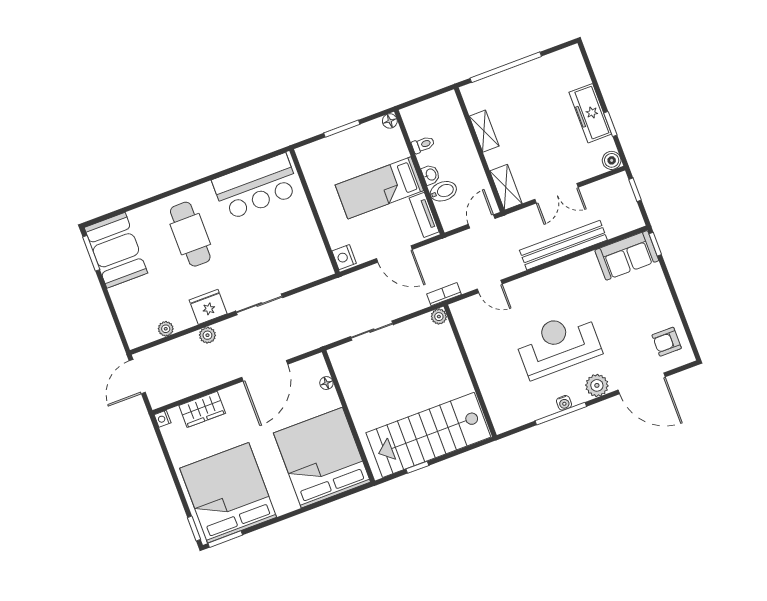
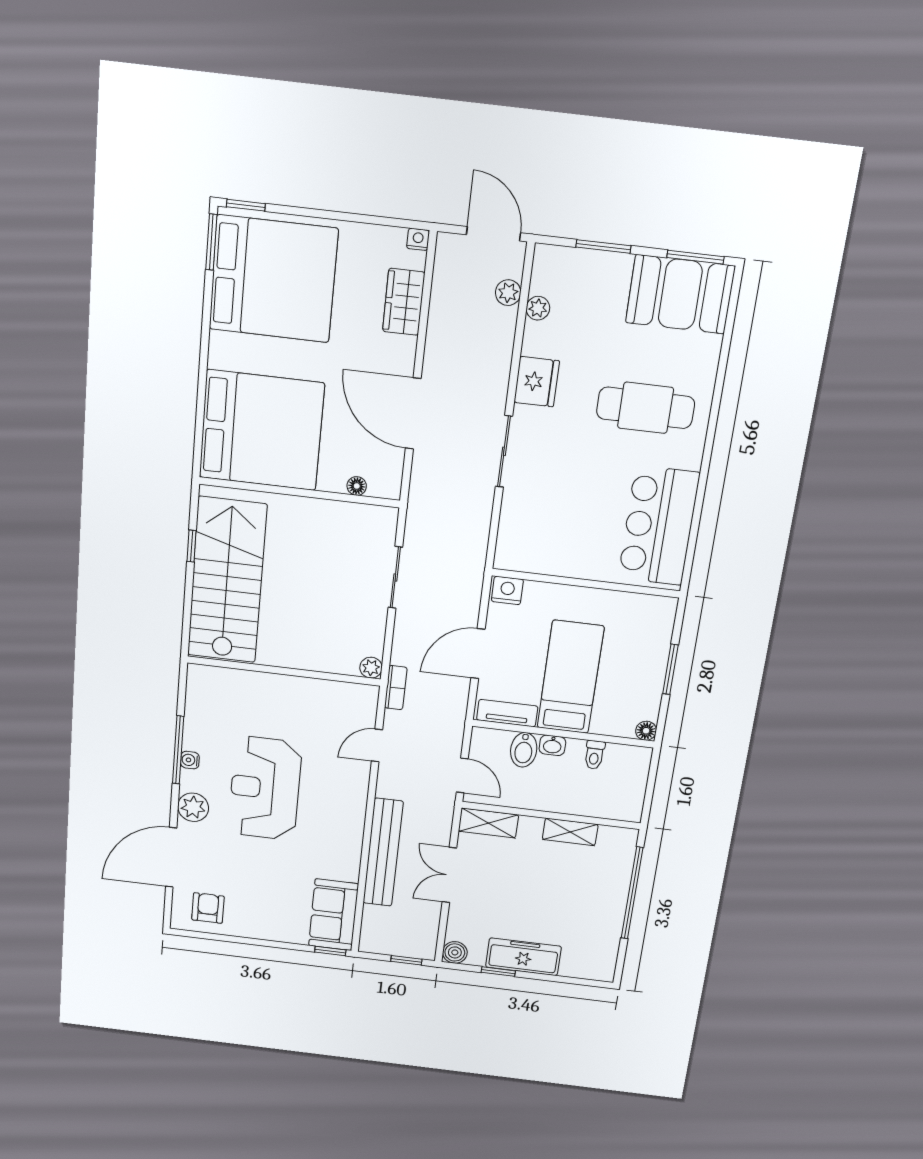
window: (112, 309) -> (603, 246), added
plant: (207, 335) -> (508, 293), moved
reception desk: (558, 345) -> (265, 788), turned 180

